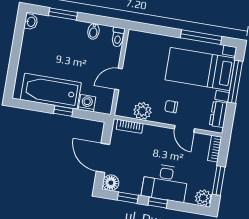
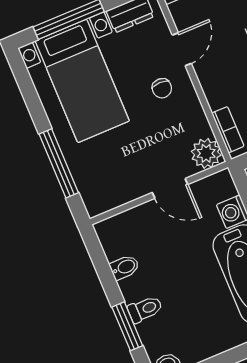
toilet: (118, 37) -> (145, 309), moved
window: (201, 37) -> (59, 163), moved
plant: (142, 111) -> (206, 153), moved

